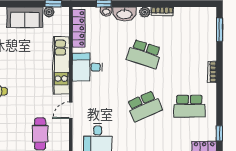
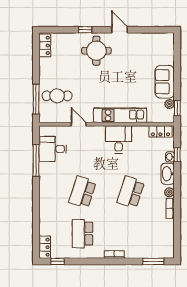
locker: (79, 28) -> (160, 131), width x0.66
school desk: (144, 106) -> (83, 192), turned 42

